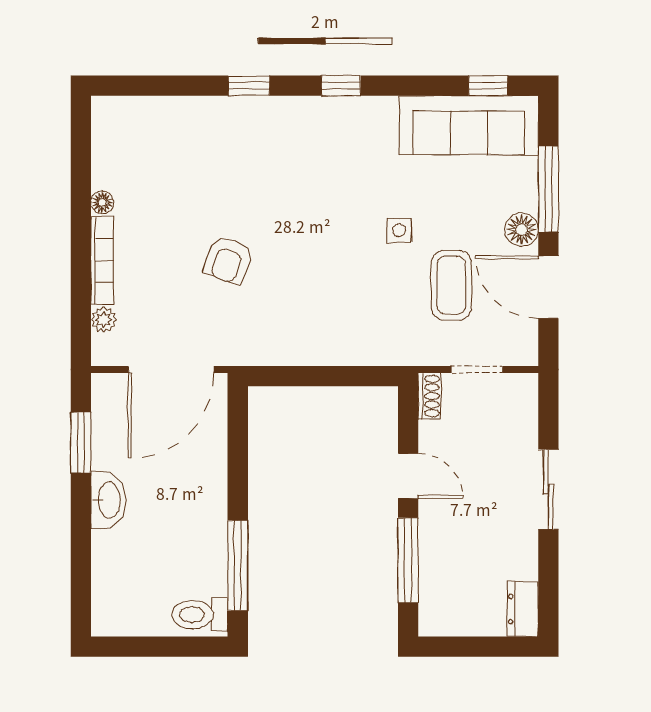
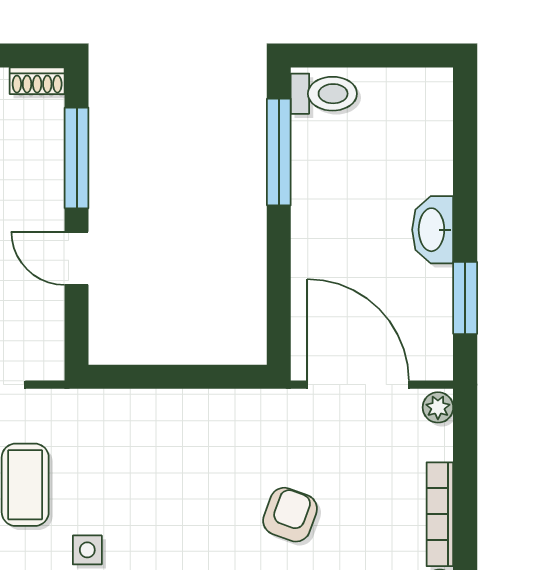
plant: (104, 320) -> (438, 407), moved
door: (171, 369) -> (358, 385), hinge flipped
shoe rack: (429, 396) -> (37, 81), moved, turned -90

